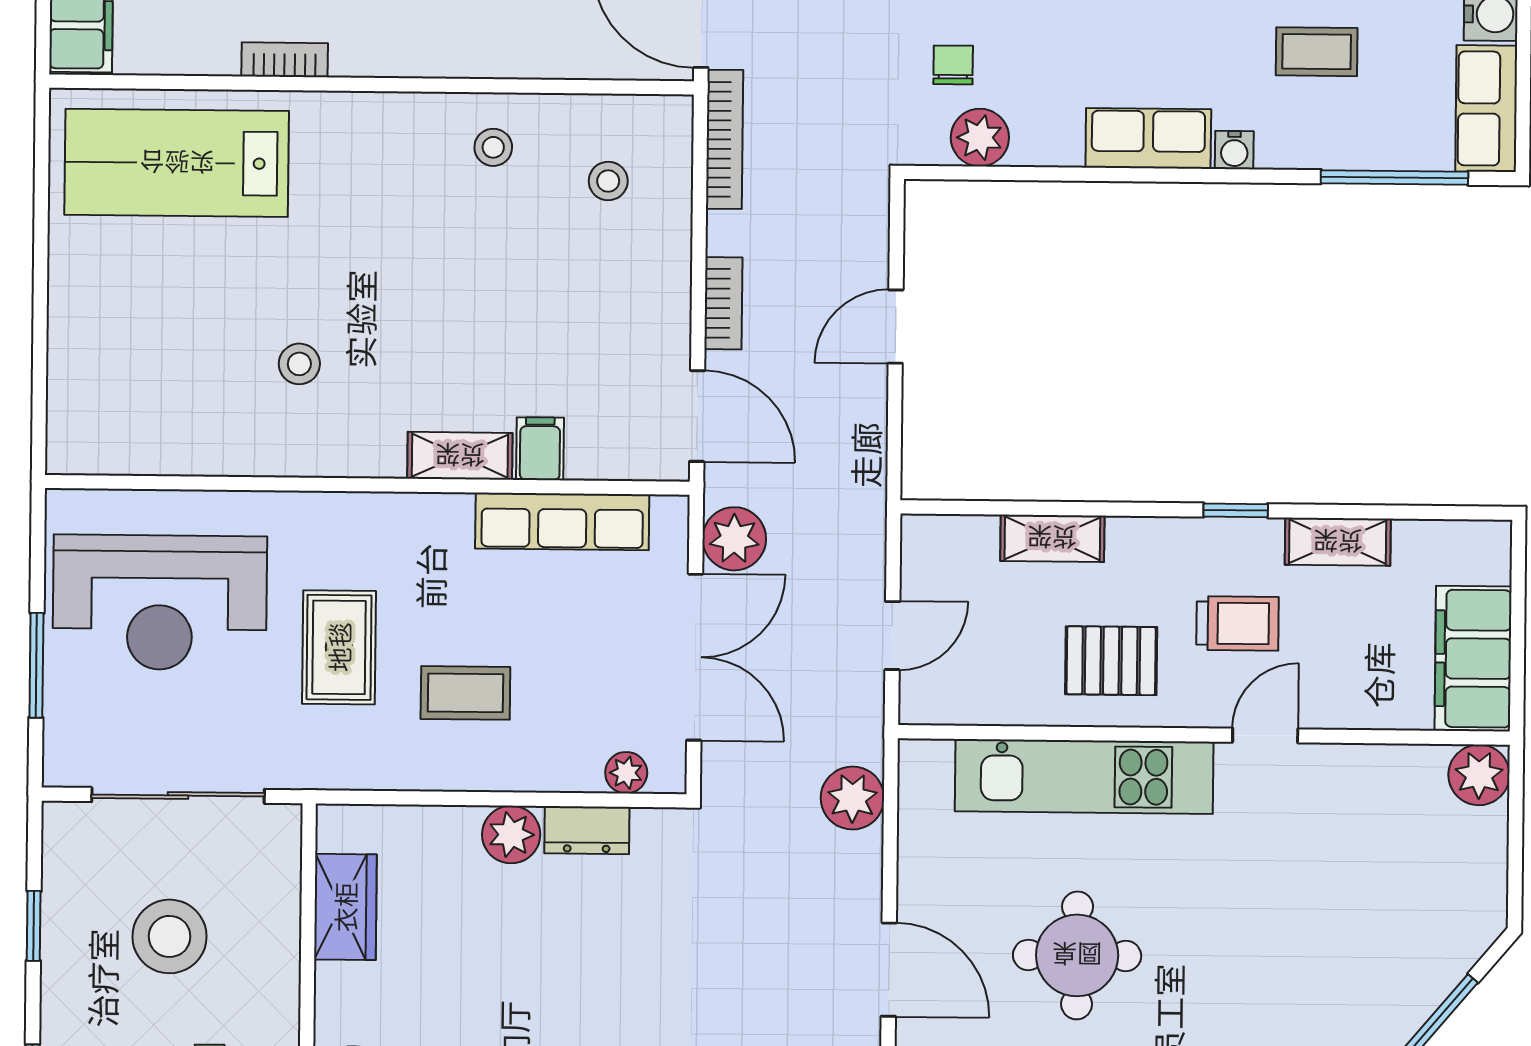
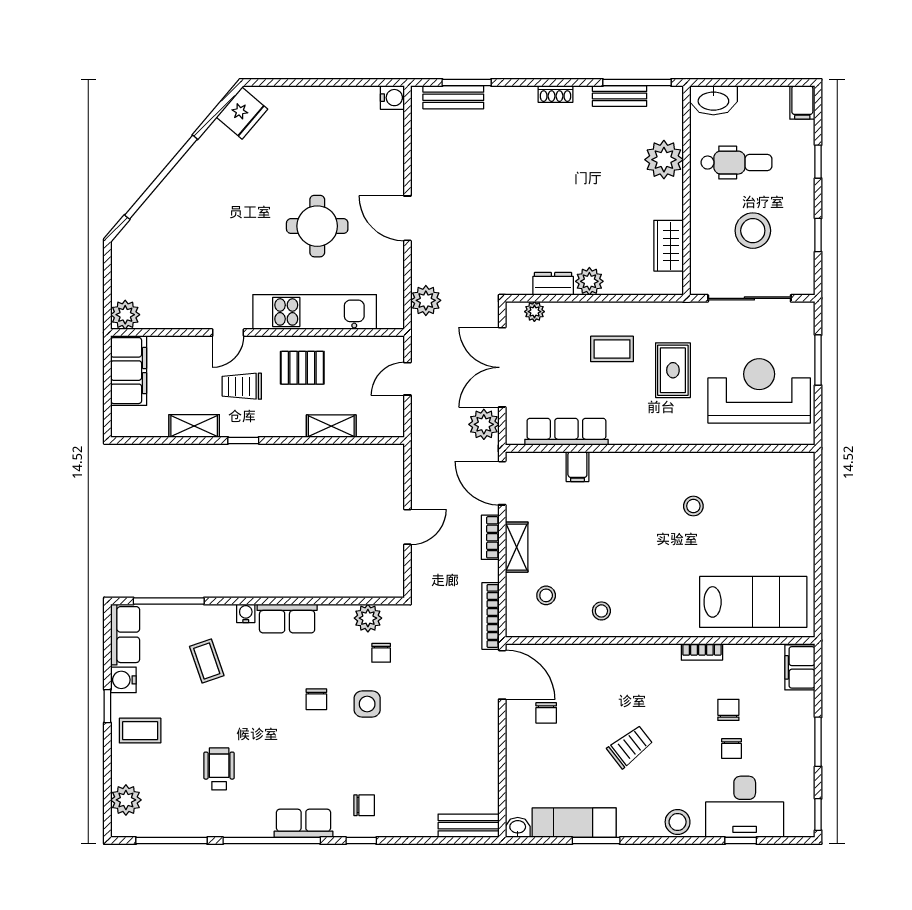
coffee table: (1317, 52) -> (207, 661), turned 71
shelving: (460, 456) -> (517, 547), moved, turned 90

